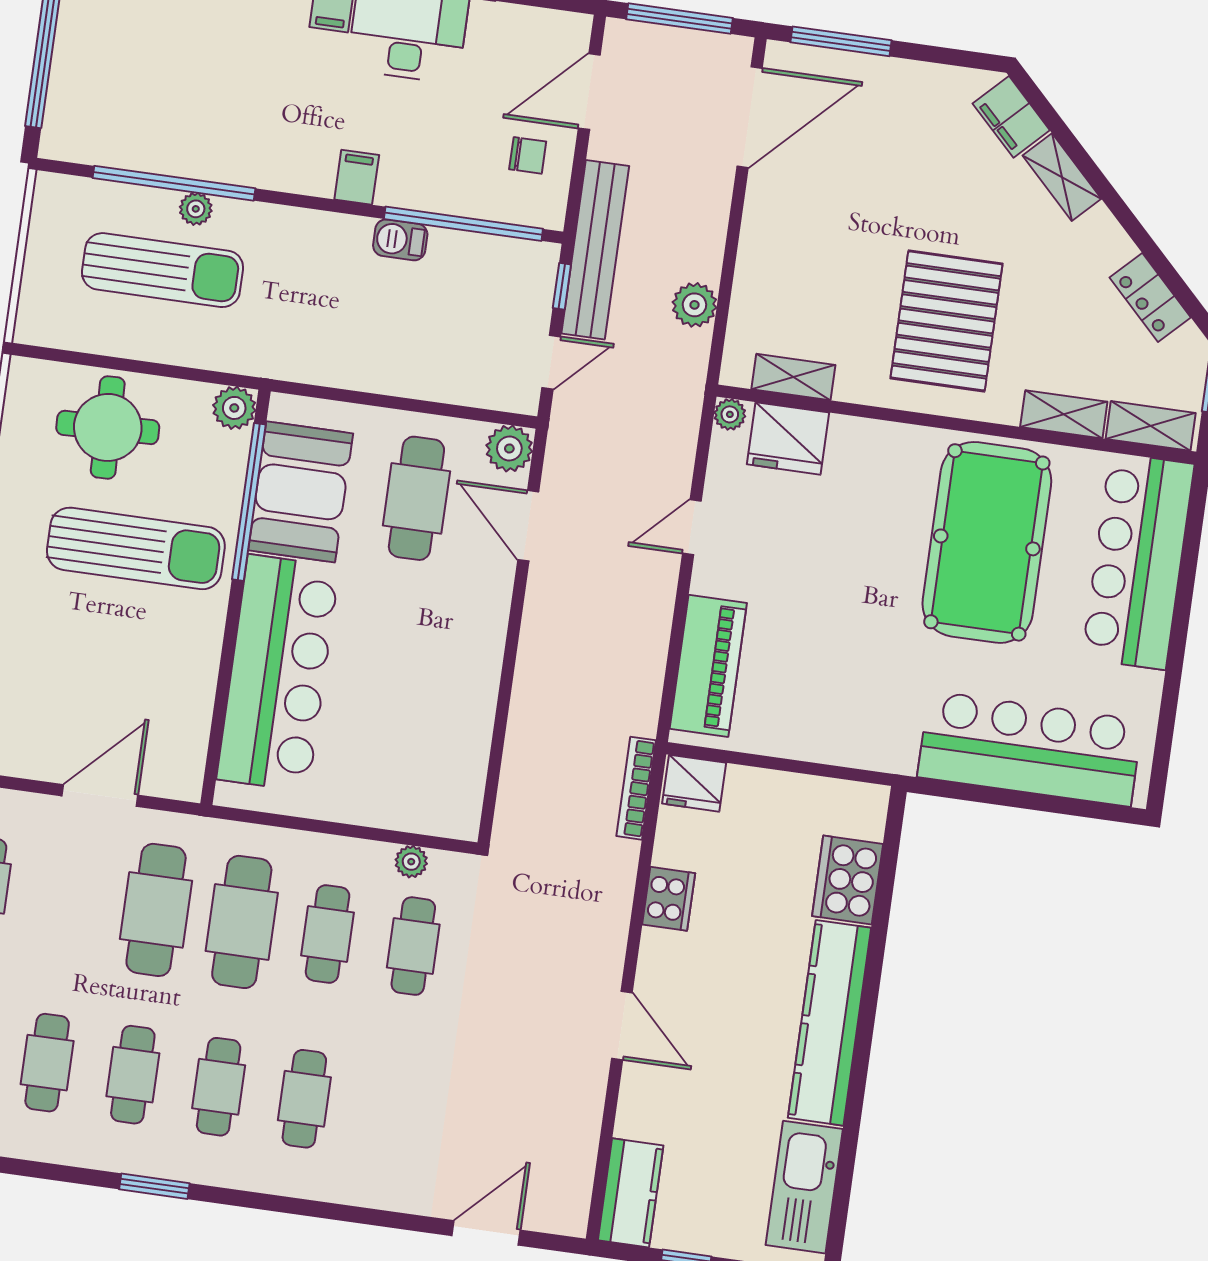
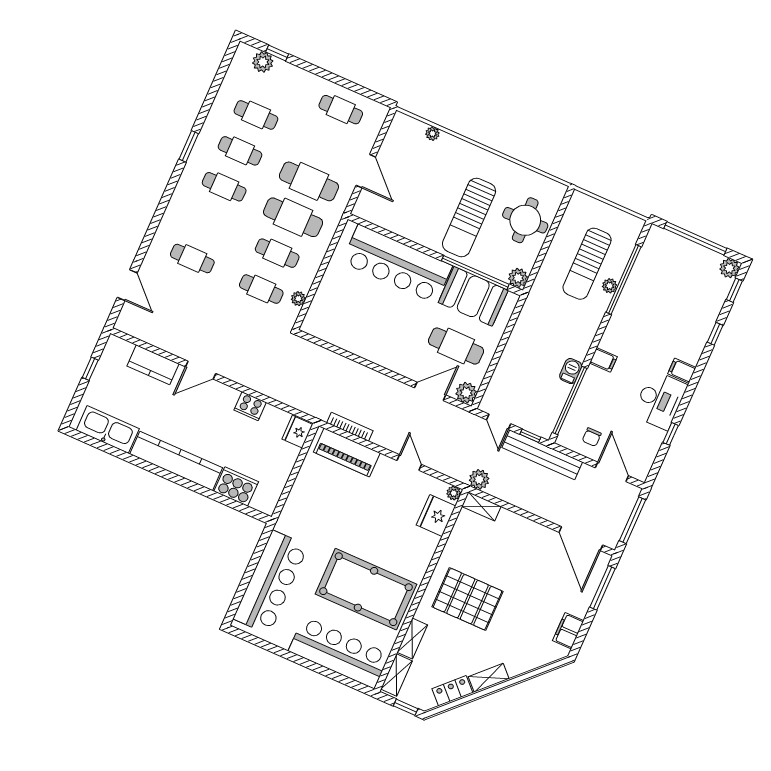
filing cabinet: (1011, 117) -> (568, 631), moved, turned -45
shelving: (1062, 177) -> (489, 678), moved
plant: (694, 305) -> (479, 479), moved
shelving: (793, 377) -> (481, 506), moved, turned 90
bookcase: (636, 788) -> (350, 427), moved
cafe table: (304, 1099) -> (192, 258), moved
kitchen counter: (631, 1193) -> (153, 365), moved

